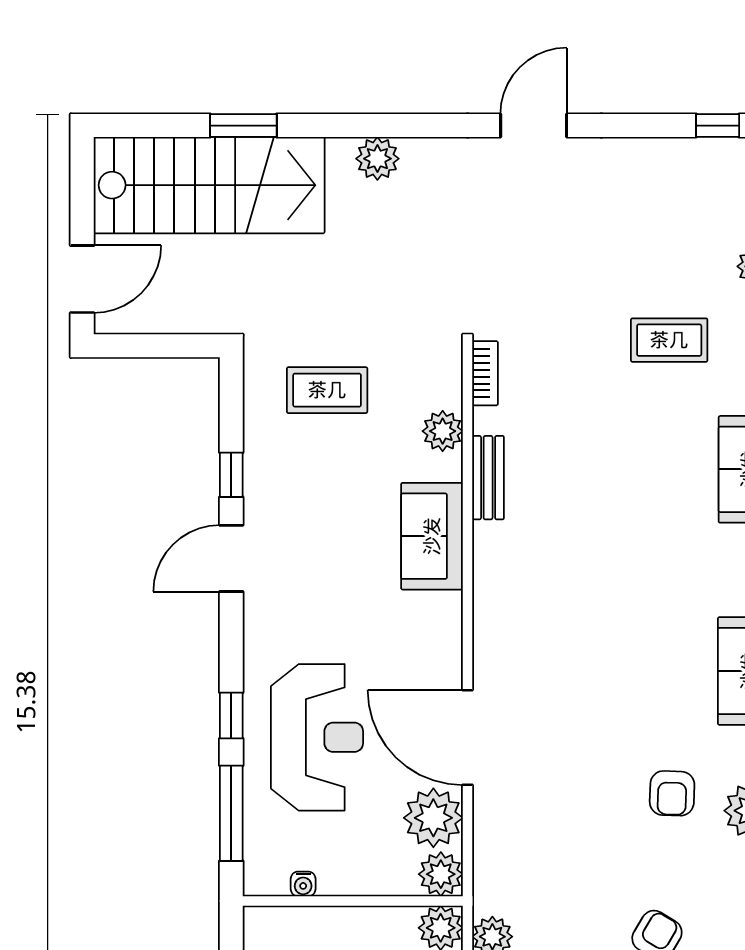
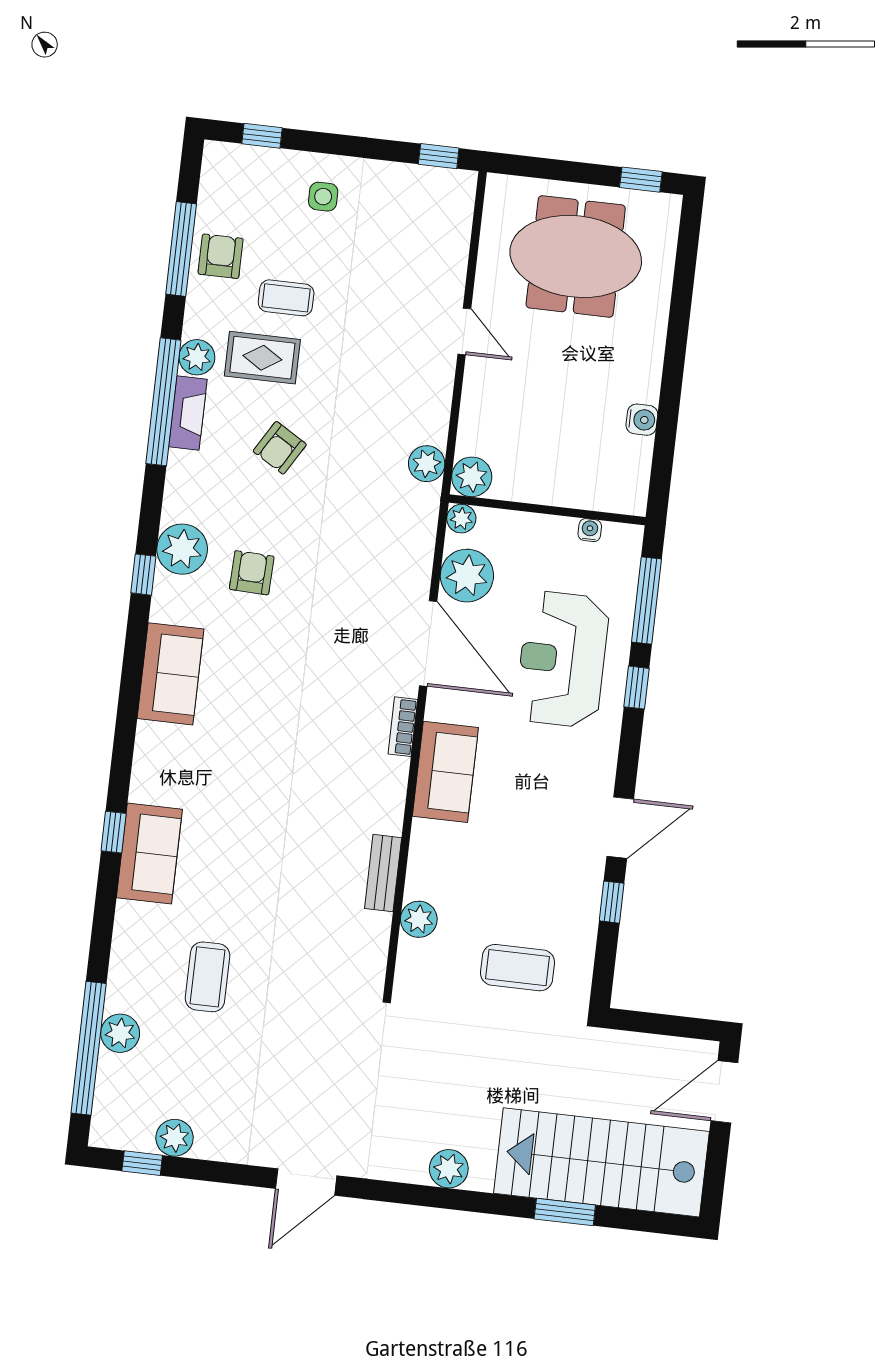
plant: (685, 158) -> (175, 1138), added
coffee table: (669, 340) -> (208, 977), turned 90
bookcase: (485, 373) -> (403, 727), moved
sofa: (432, 536) -> (445, 772), moved
plant: (441, 874) -> (461, 519), width x0.73, depth x0.73

